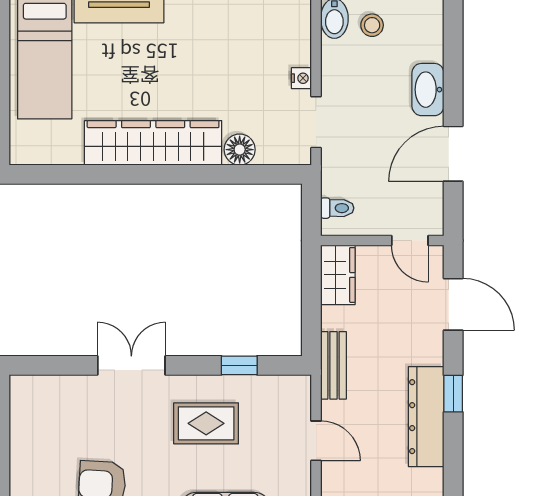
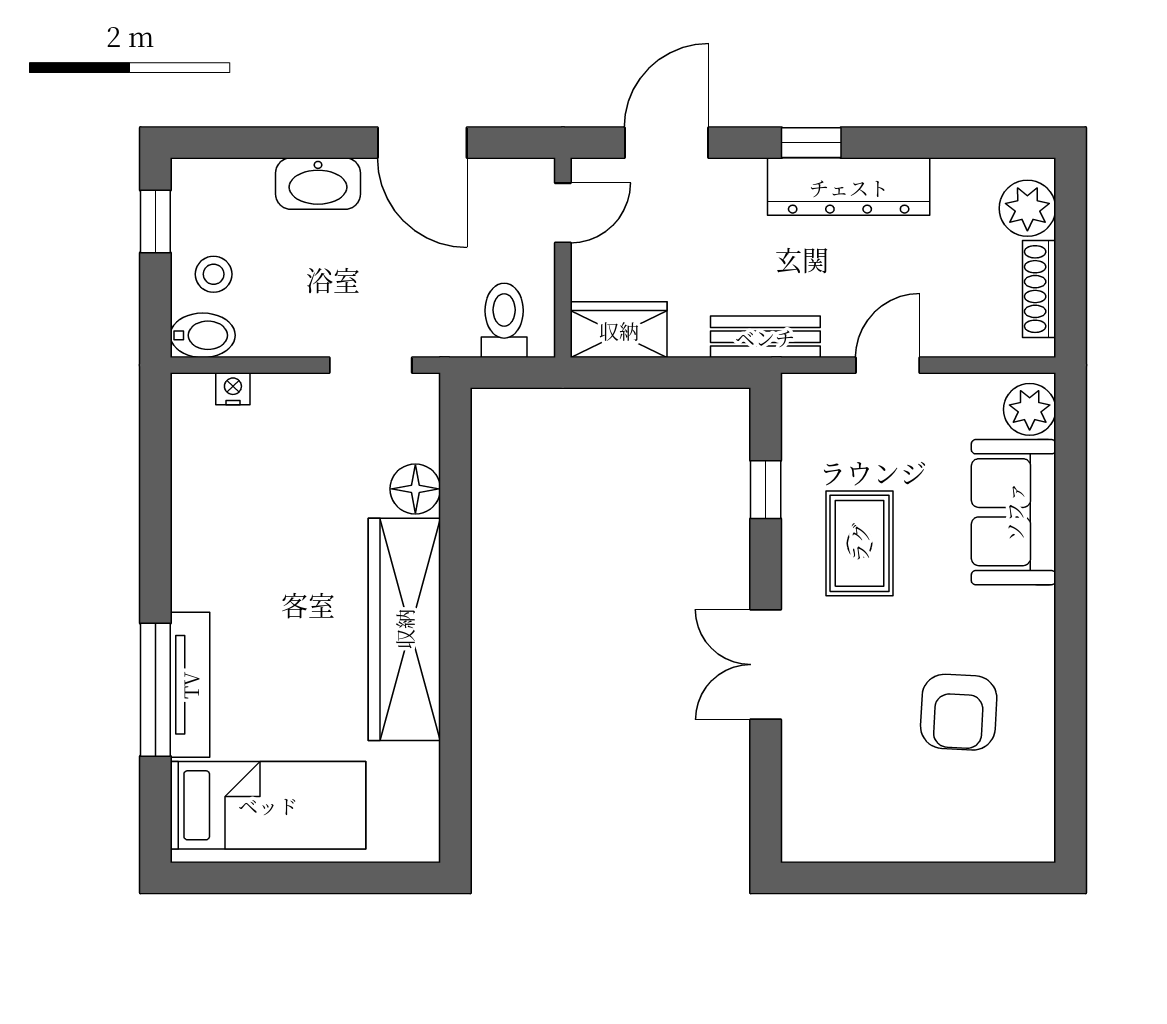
nightstand: (301, 78) -> (233, 389), moved
toilet: (337, 208) -> (504, 320), width x1.37, depth x1.39

